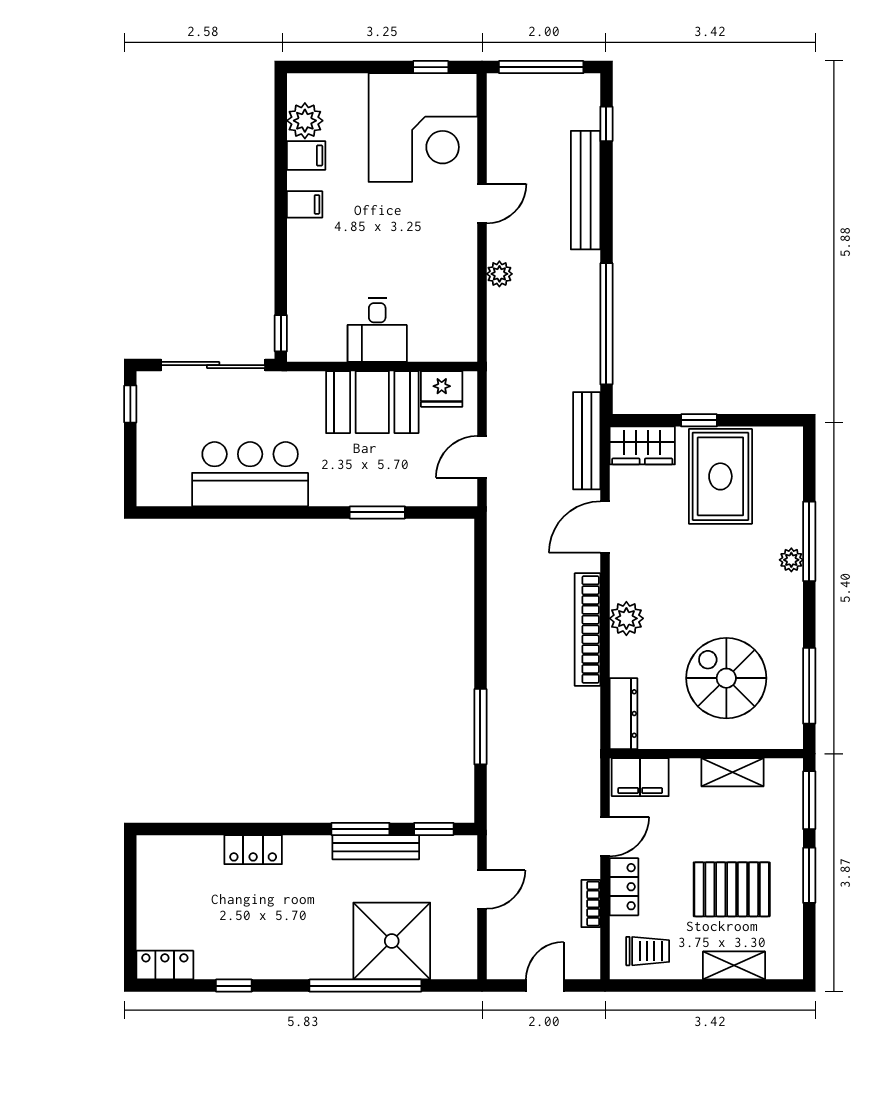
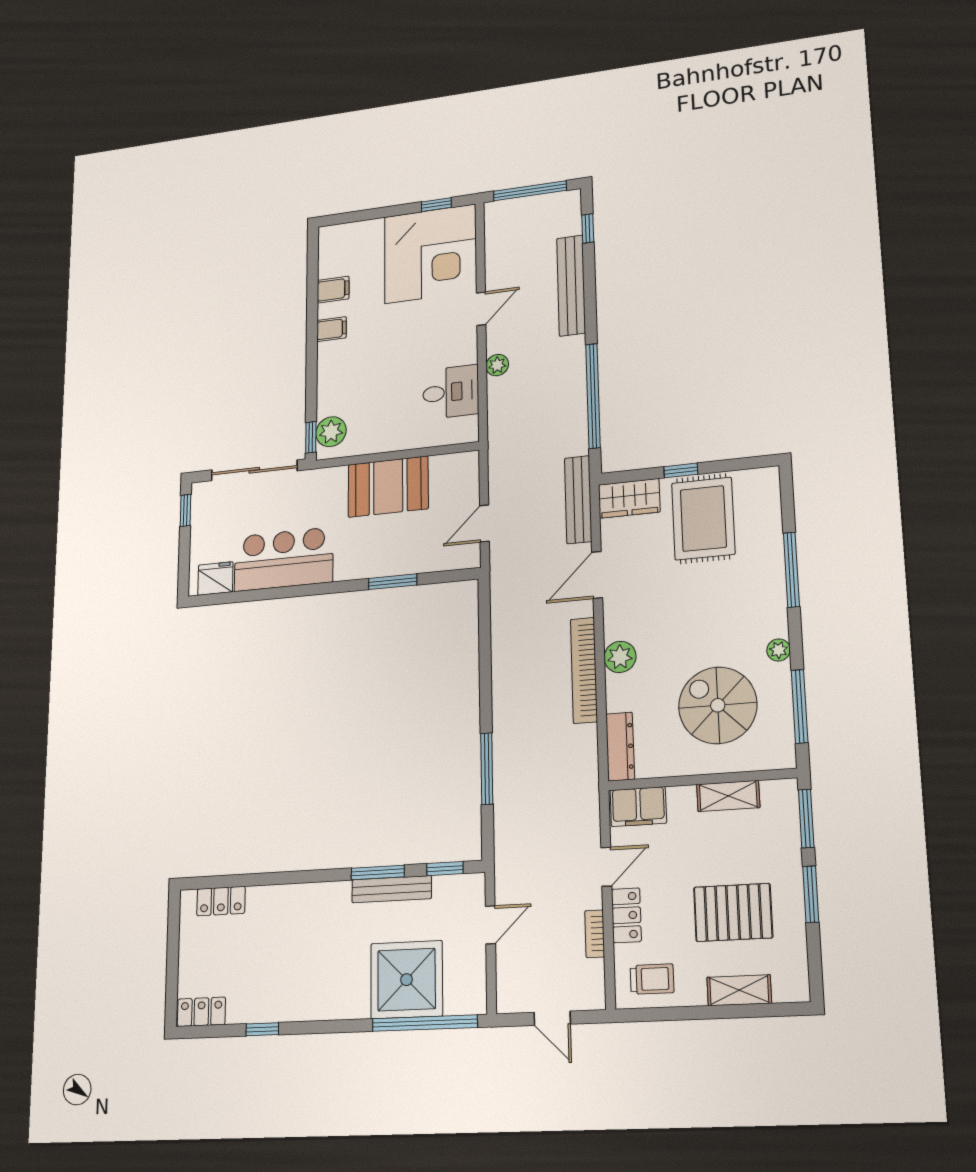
plant: (305, 121) -> (331, 432), moved
desk: (377, 330) -> (451, 392), moved, turned -90
fridge: (442, 389) -> (215, 578), moved, turned 180
plant: (791, 560) -> (779, 650), moved
locker: (253, 850) -> (221, 901), moved
window: (365, 986) -> (425, 1023), moved
door: (545, 986) -> (552, 1018), swing flipped

